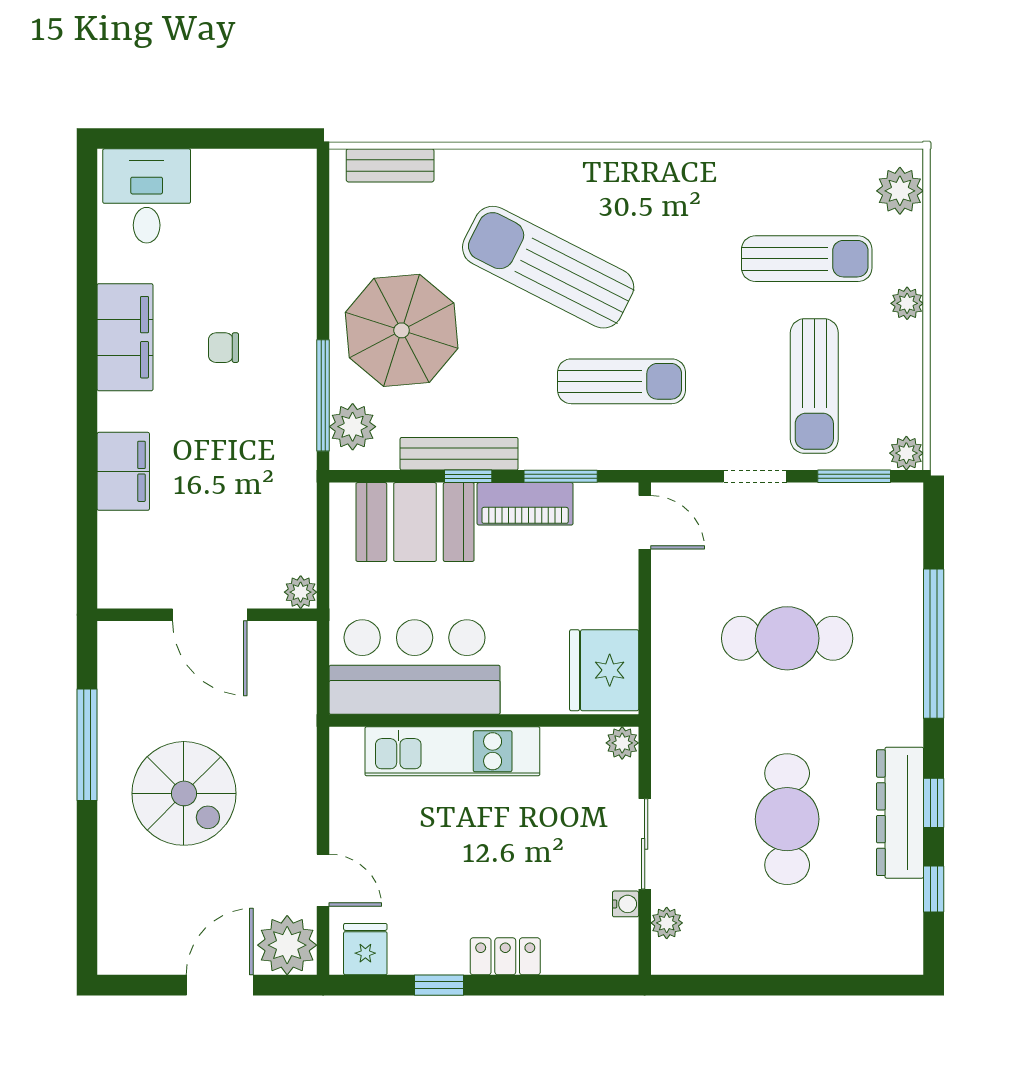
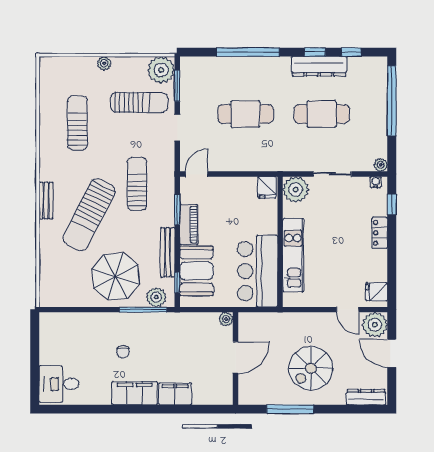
bench: (390, 165) -> (46, 201), moved
plant: (900, 191) -> (57, 66), removed
sun lounger: (807, 259) -> (77, 123), moved
filing cabinet: (125, 337) -> (135, 393), moved
plant: (906, 453) -> (161, 70), width x1.87, depth x1.87
window: (468, 476) -> (177, 282), moved
cafe table: (787, 638) -> (245, 114), turned 90
fridge: (604, 670) -> (267, 187), width x0.53, depth x0.75
plant: (622, 743) -> (296, 189), width x1.88, depth x1.88
spiral stairs: (184, 793) -> (311, 368), turned 180
door: (323, 880) -> (348, 310), swing flipped
water cooler: (626, 904) -> (376, 182), moved
plant: (667, 923) -> (381, 165), moved
dresser: (115, 924) -> (366, 397), added
window: (439, 985) -> (392, 205), moved
window: (818, 985) -> (392, 101), added

